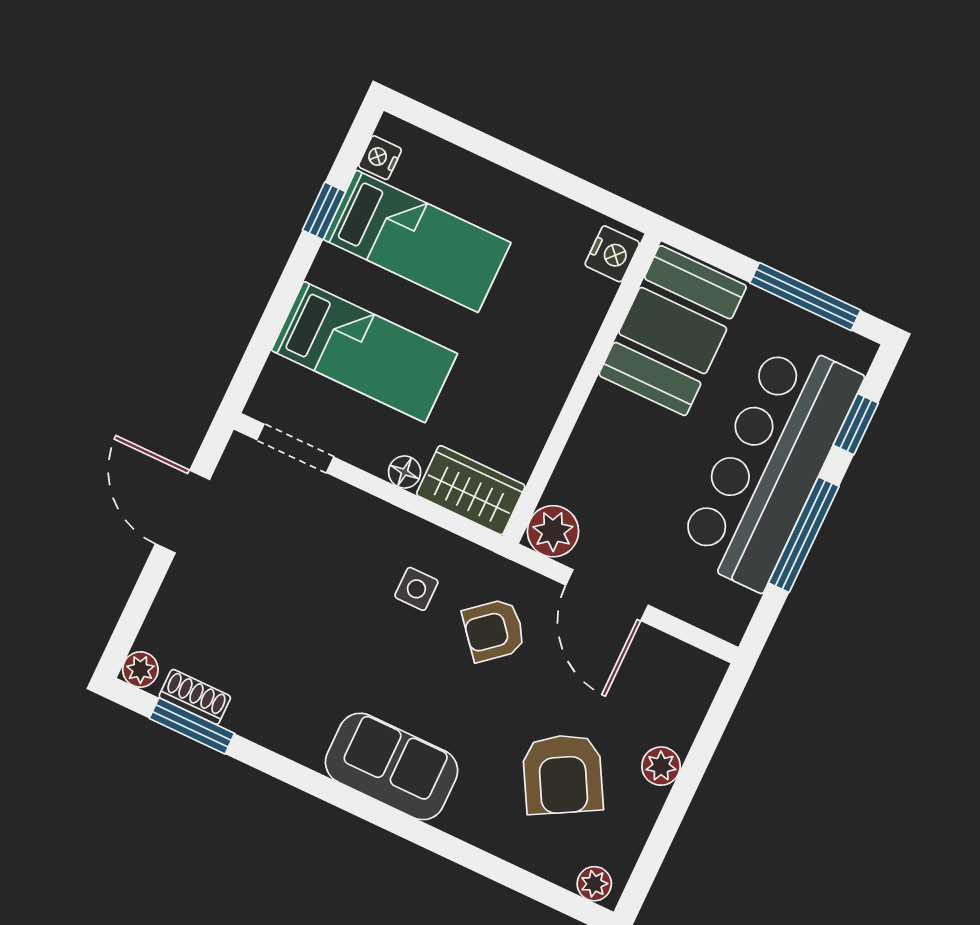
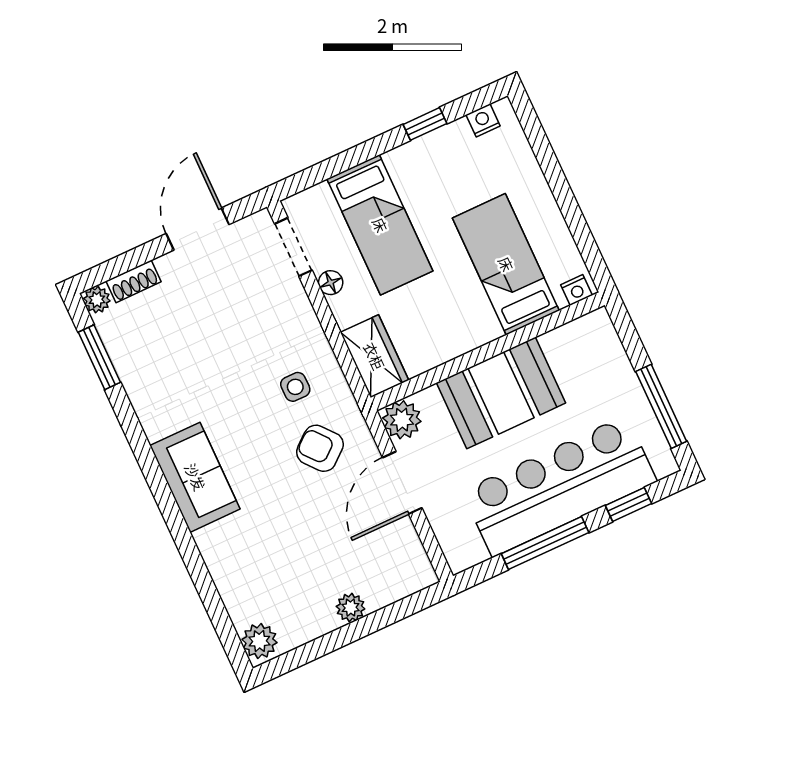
bed: (417, 241) -> (506, 264), moved, turned 180
nightstand: (612, 254) -> (576, 290), width x0.72, depth x0.74
booth: (673, 331) -> (501, 393), moved
floor lamp: (405, 472) -> (331, 283), moved
shoe rack: (195, 697) -> (134, 281), moved, turned 90
armchair: (563, 774) -> (290, 565), removed
plant: (594, 884) -> (259, 641), width x1.38, depth x1.38

